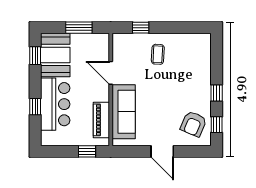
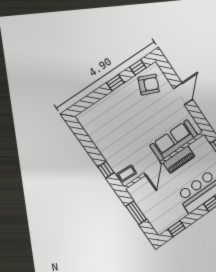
coffee table: (158, 54) -> (127, 174), moved
booth: (55, 55) -> (167, 215), removed
piano: (101, 120) -> (179, 160), moved

